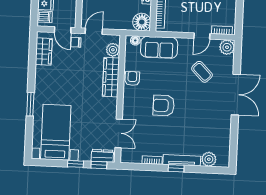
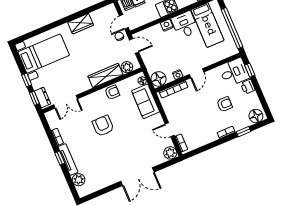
wardrobe: (44, 51) -> (81, 24), moved
coffee table: (202, 72) -> (143, 143), removed
window: (30, 104) -> (56, 24), removed

